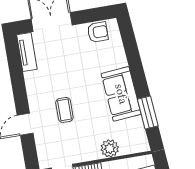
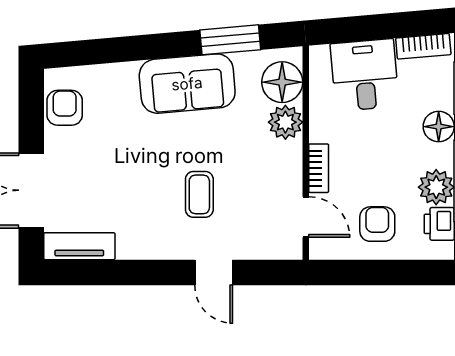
coffee table: (64, 110) -> (199, 194), turned 90
floor lamp: (130, 143) -> (282, 82), added

